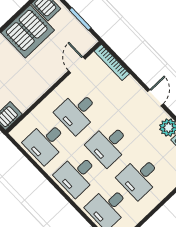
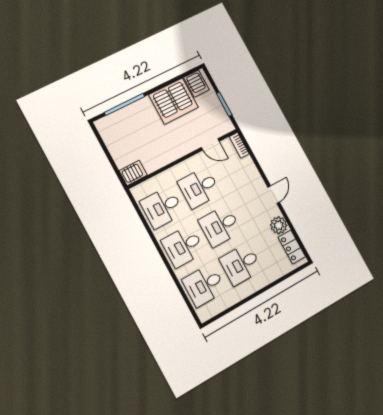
bookcase: (112, 62) -> (239, 145), width x0.64
door: (77, 65) -> (210, 144), swing flipped

